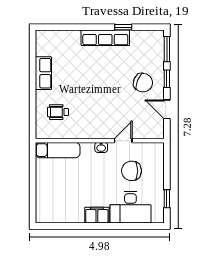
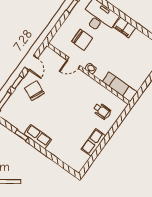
row of seats: (105, 38) -> (38, 137), width x0.68

